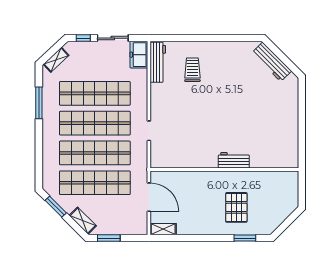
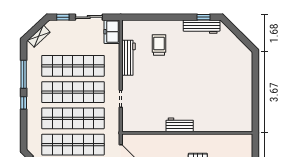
window: (243, 38) -> (203, 17), added
workbench: (158, 62) -> (128, 58), moved
workbench: (272, 62) -> (202, 27), moved, turned -45
window: (39, 135) -> (24, 103), added
workbench: (234, 160) -> (180, 125), moved

